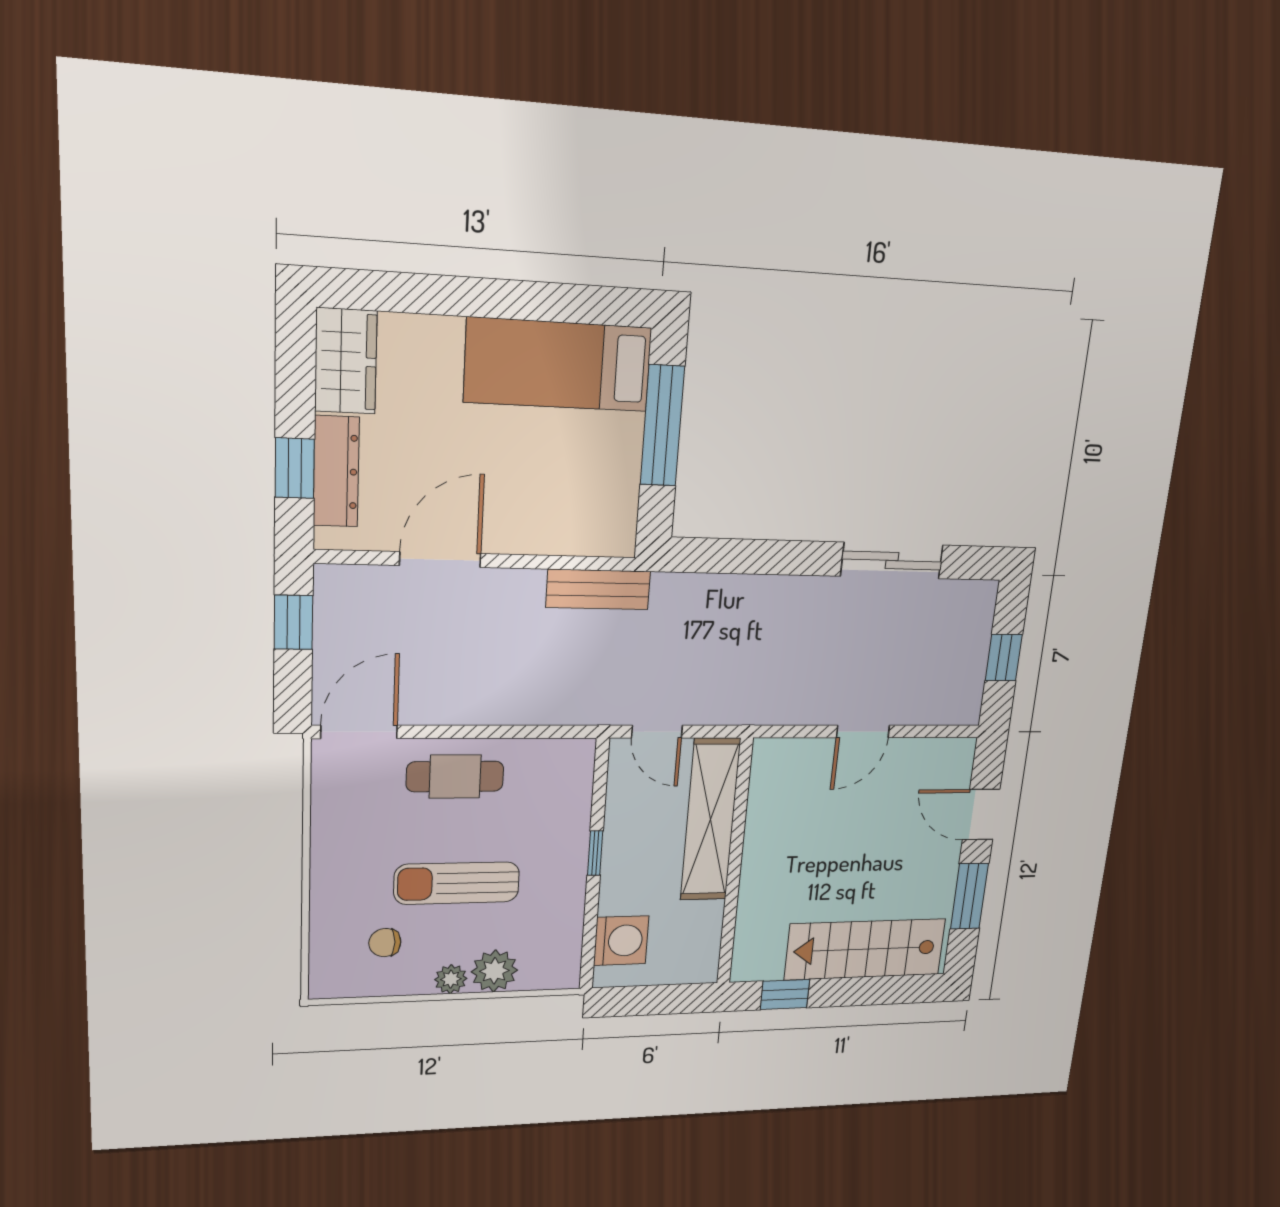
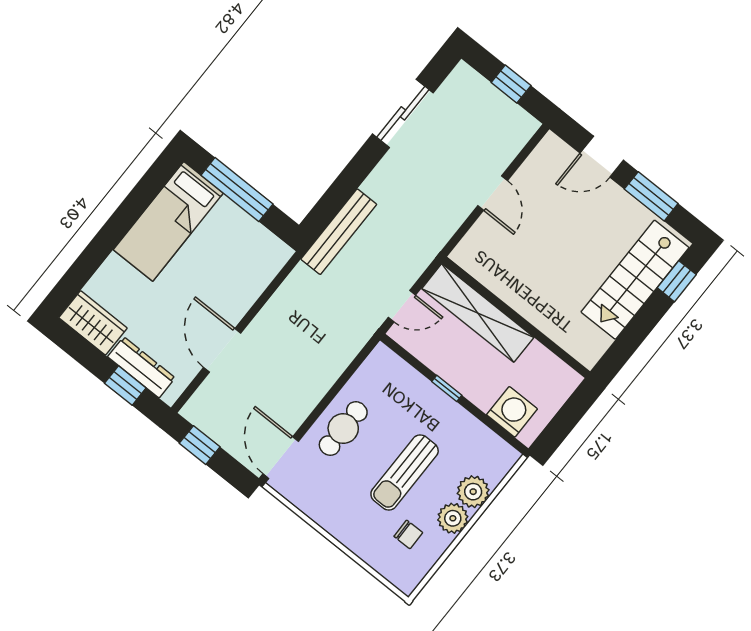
bench: (598, 589) -> (339, 232), moved, width x1.36
chair: (385, 943) -> (408, 534), turned -91
plant: (451, 979) -> (453, 518), width x1.38, depth x1.38
window: (785, 994) -> (677, 281), moved

